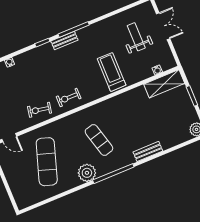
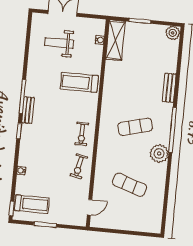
exercise mat: (47, 162) -> (129, 185), width x0.73, depth x0.69

